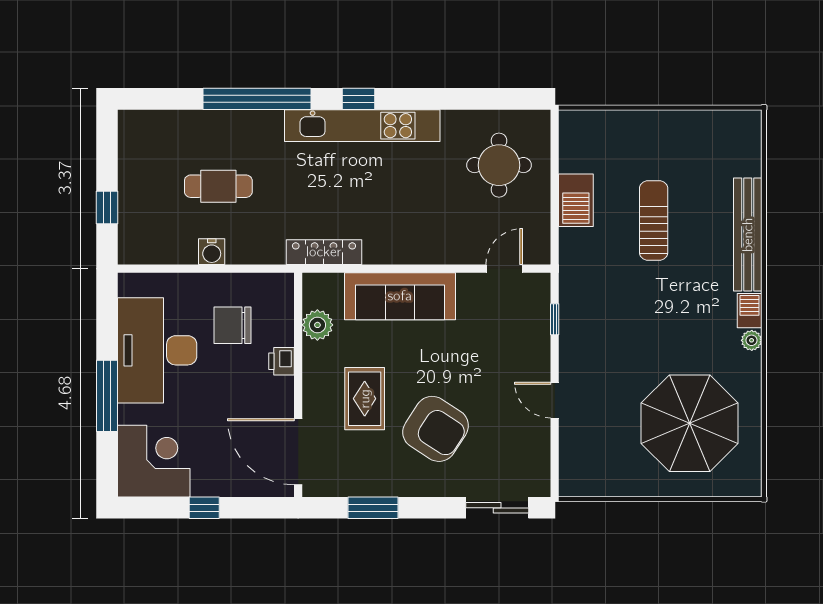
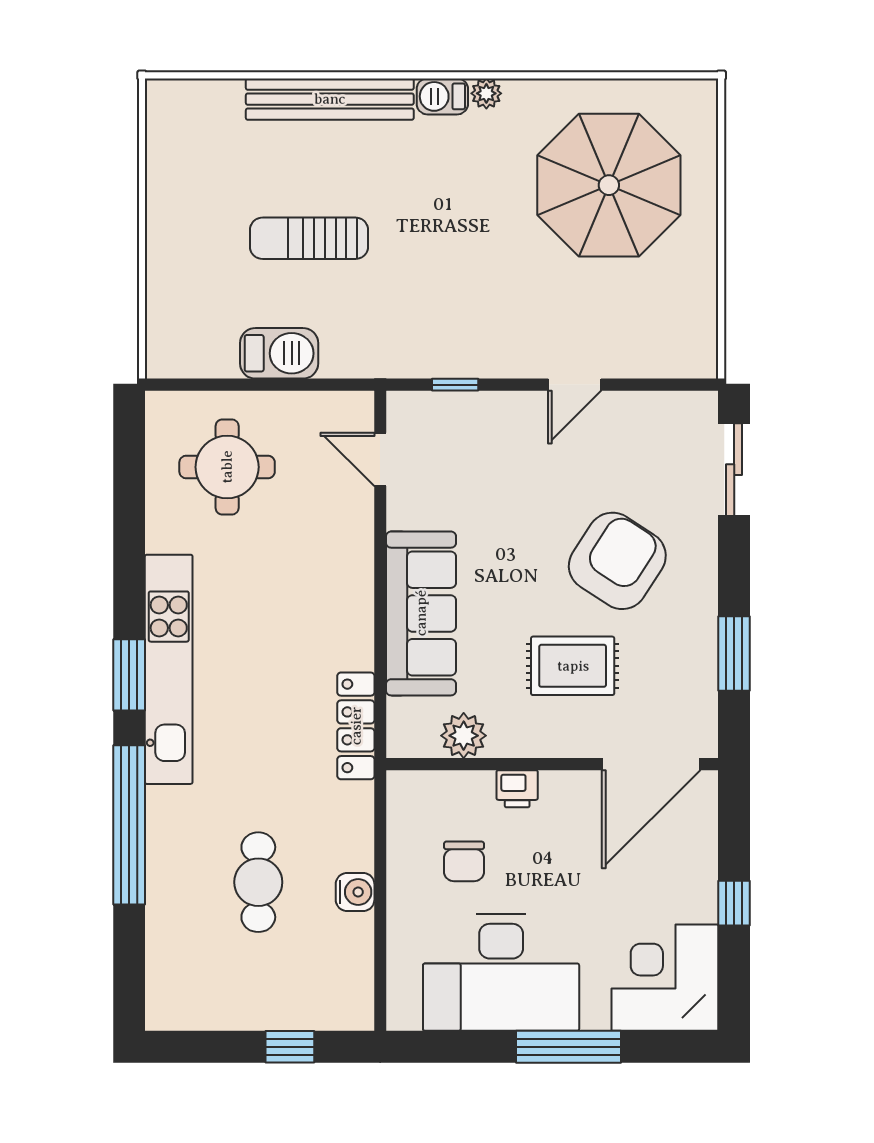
window: (359, 99) -> (129, 675), width x1.50
chair: (232, 325) -> (464, 861), width x0.73, depth x0.73

